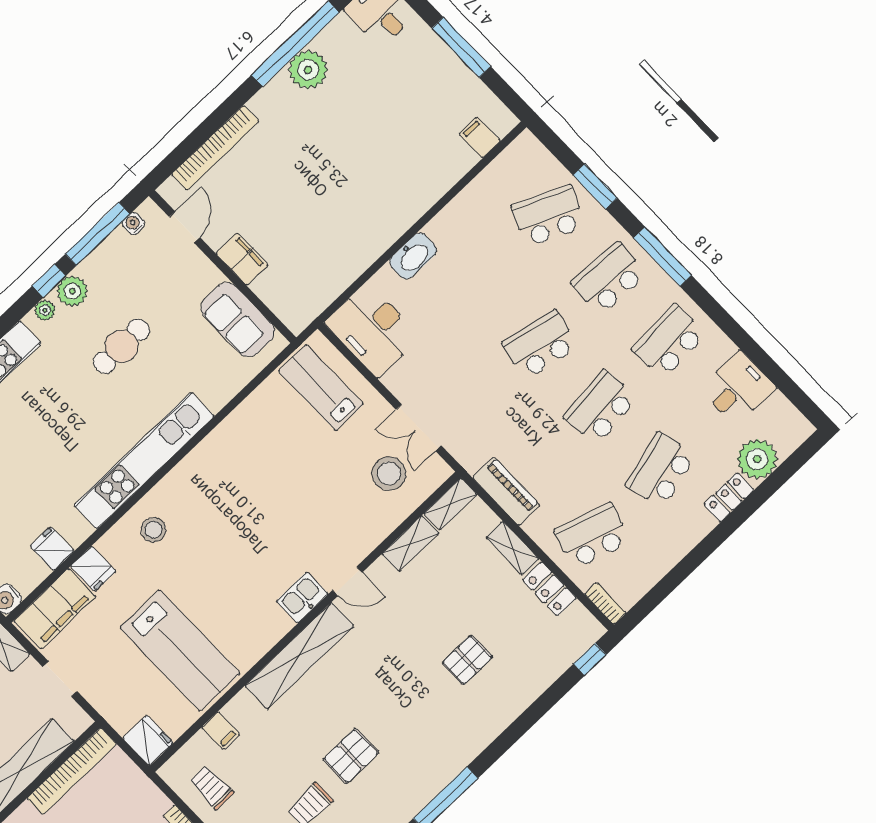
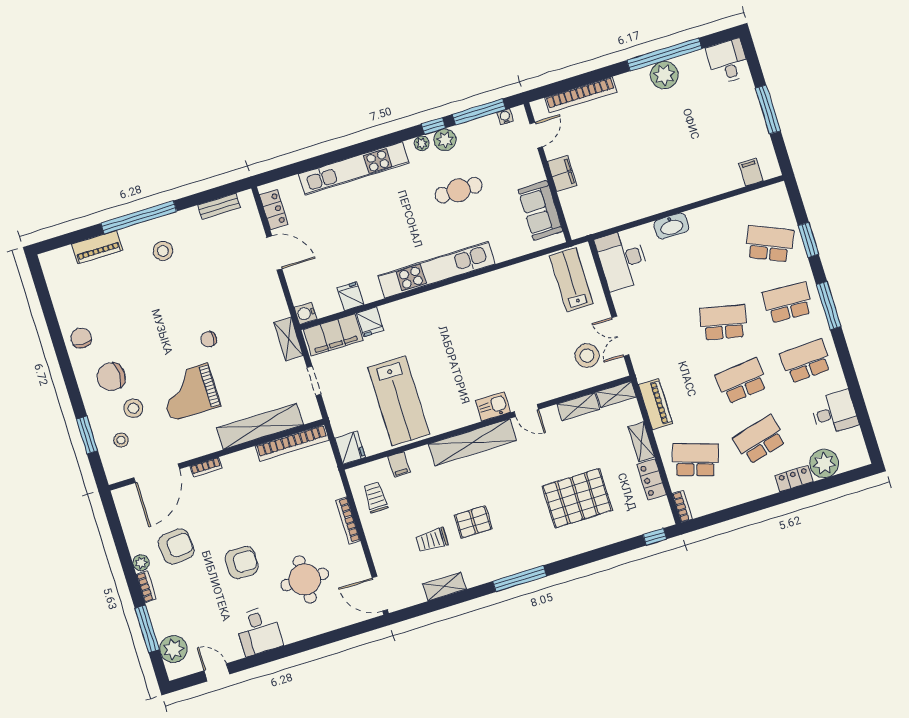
stool: (153, 530) -> (420, 316), removed
pallet: (467, 660) -> (577, 498), width x2.05, depth x2.00

